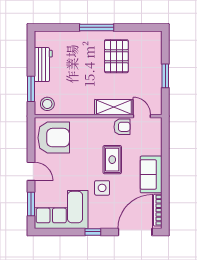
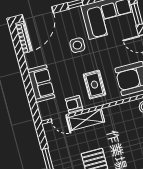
rug: (112, 160) -> (94, 85), moved
sofa: (151, 174) -> (41, 84), moved

